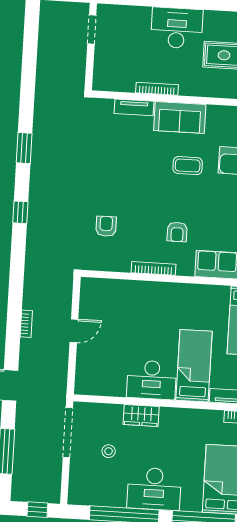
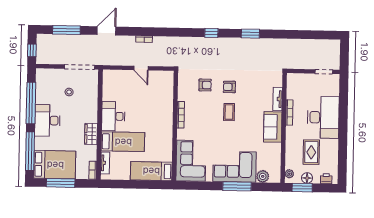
desk: (177, 28) -> (323, 117), width x1.36, depth x1.30
coffee table: (188, 166) -> (229, 112), moved
armchair: (177, 232) -> (229, 87), moved
wardrobe: (141, 415) -> (91, 134), moved

